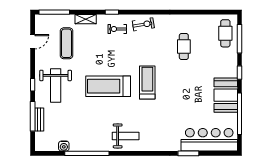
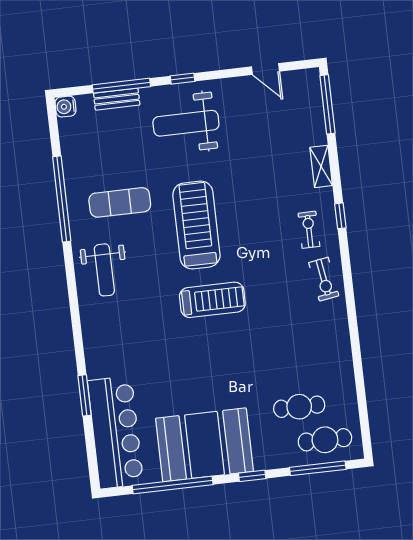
exercise mat: (66, 43) -> (120, 202), moved
cafe table: (184, 47) -> (299, 407), moved
booth: (226, 95) -> (204, 445), width x1.36, depth x1.42
water cooler: (64, 146) -> (66, 107), moved

